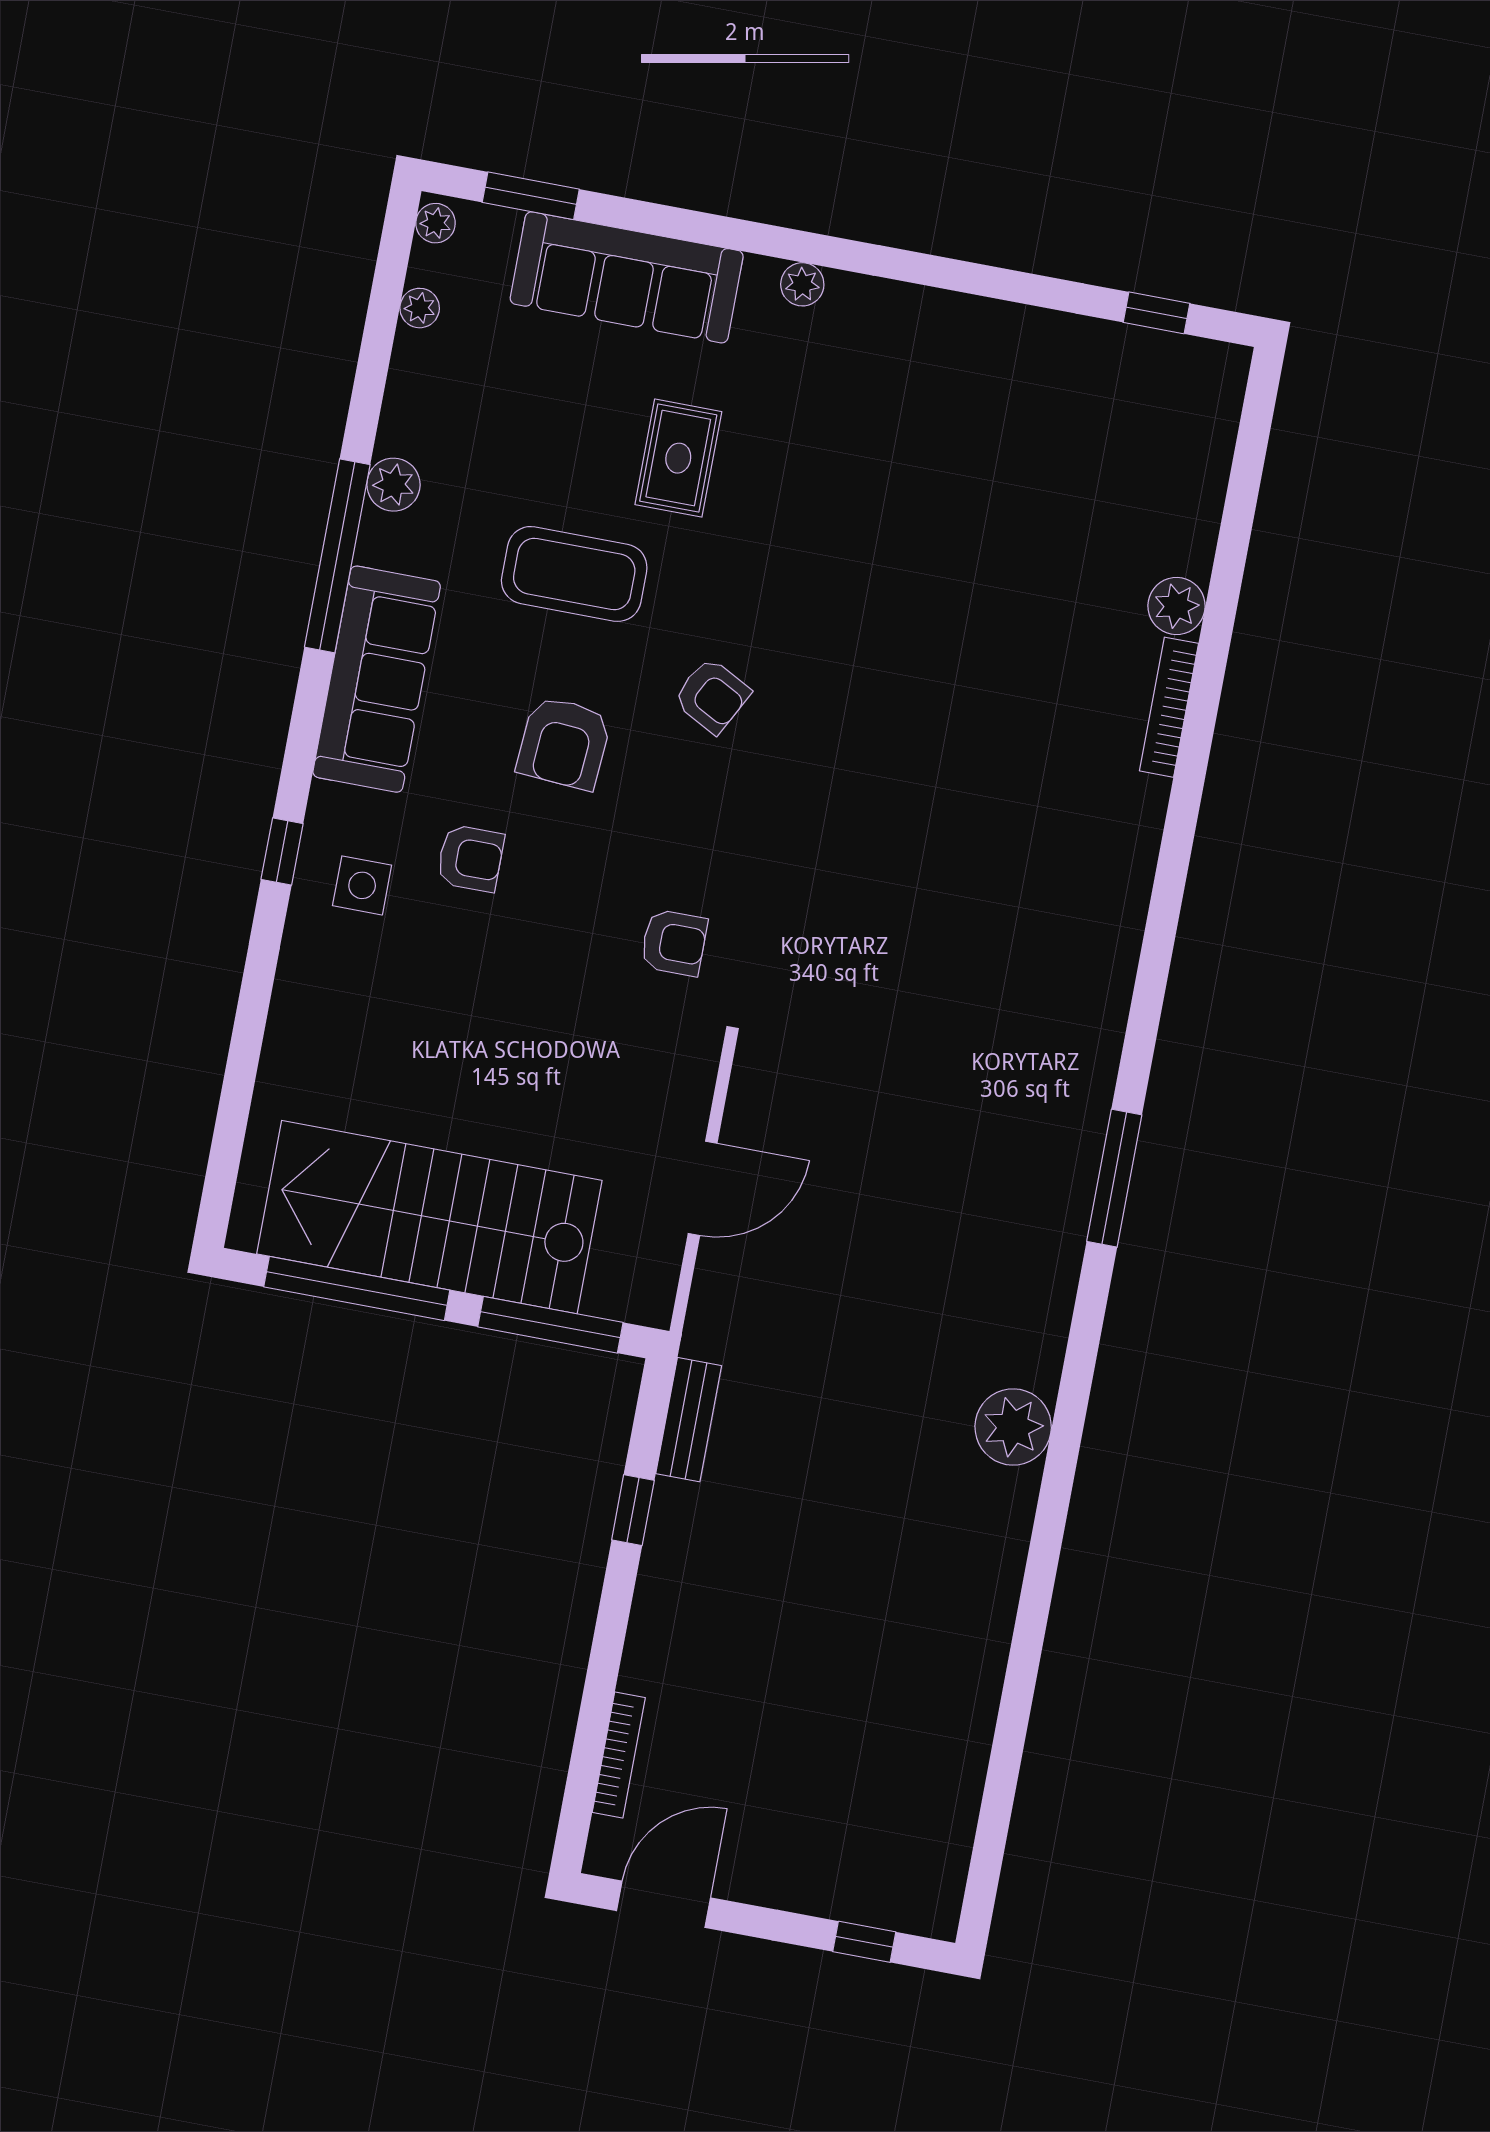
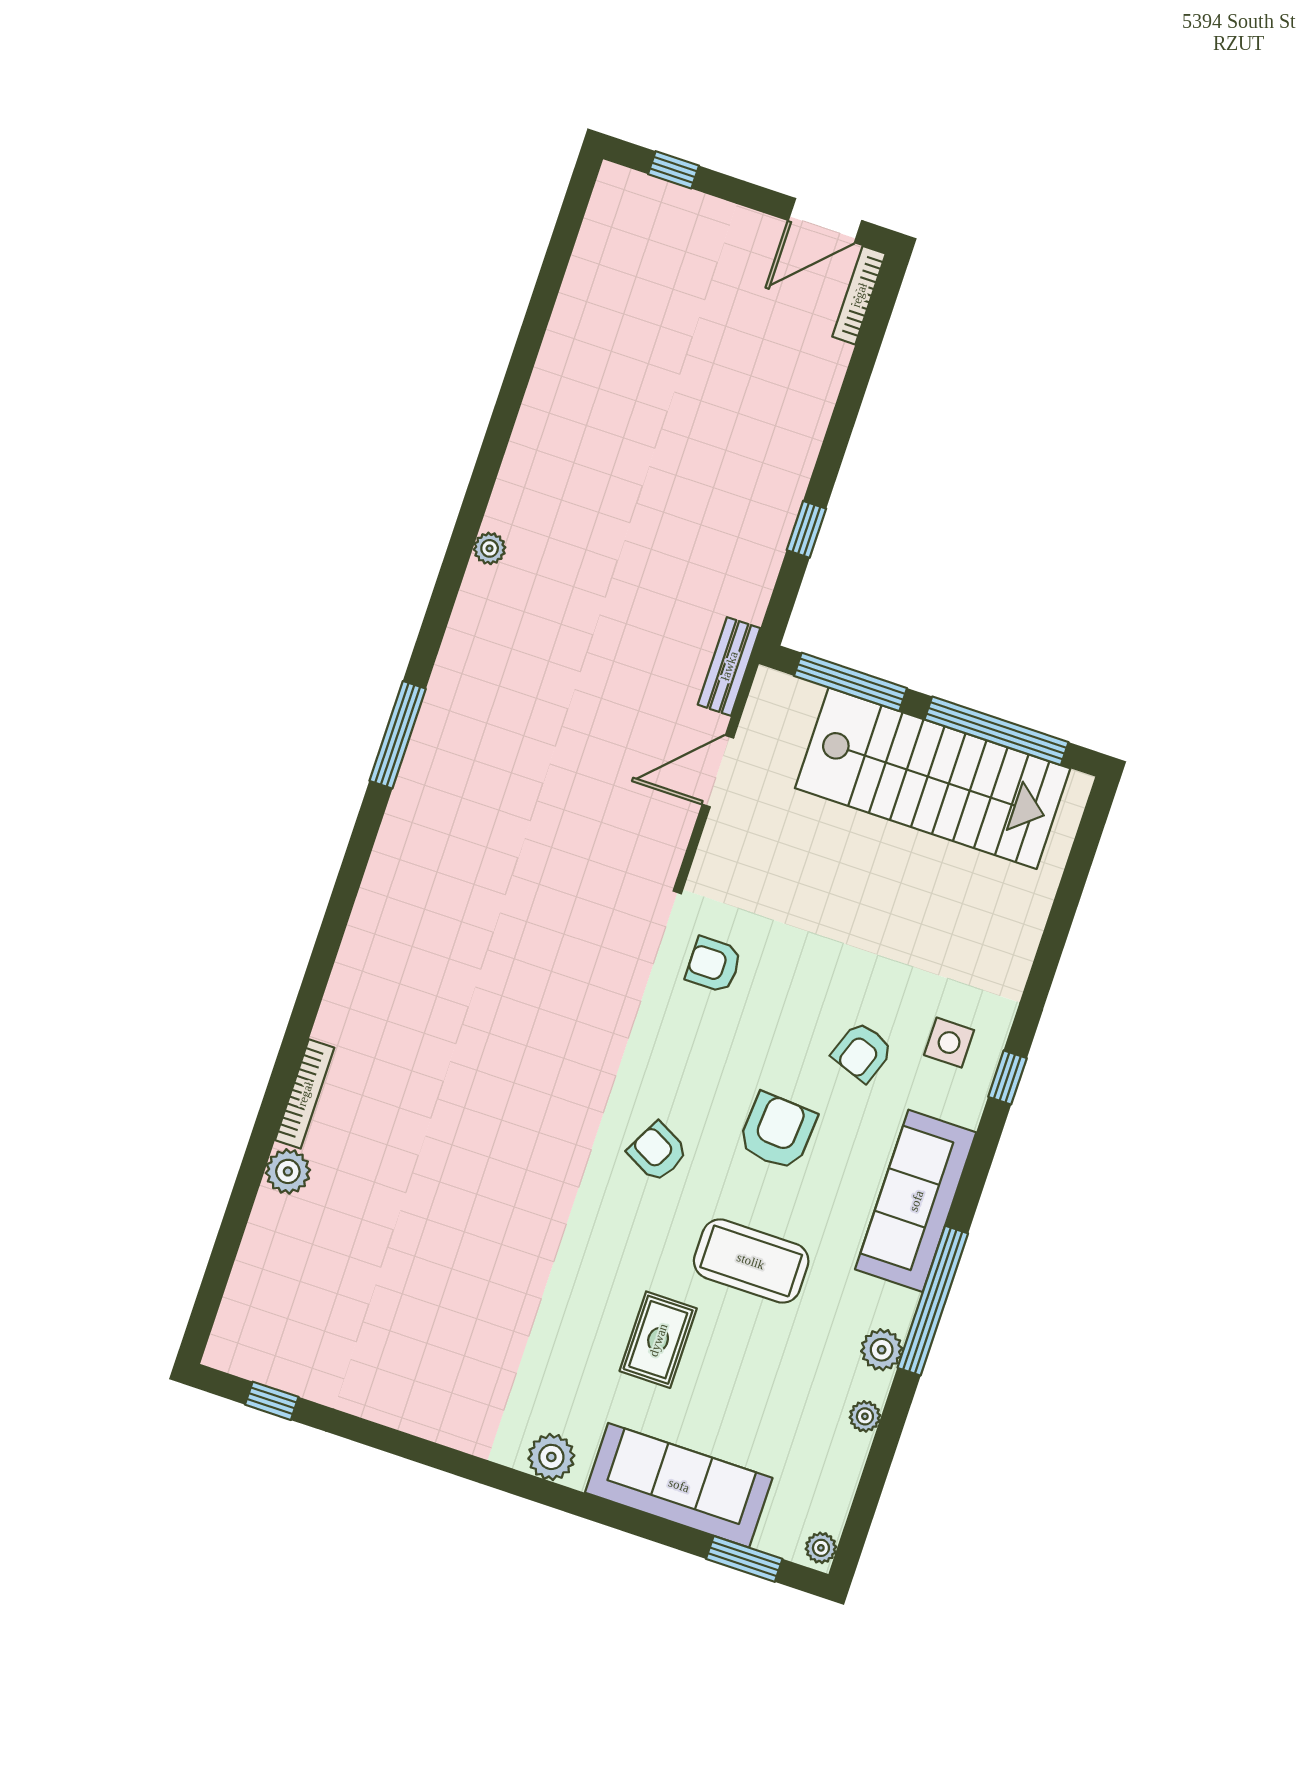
plant: (802, 284) -> (551, 1457), width x1.38, depth x1.38
plant: (420, 308) -> (865, 1416), moved
armchair: (470, 858) -> (862, 1052), turned -70
bench: (689, 1420) -> (729, 666), moved
plant: (1013, 1427) -> (490, 548), width x0.53, depth x0.53
bookcase: (619, 1755) -> (859, 295), moved

